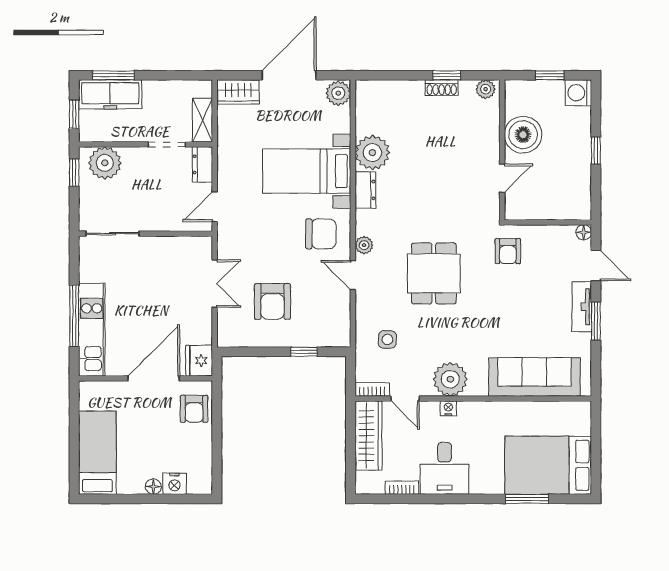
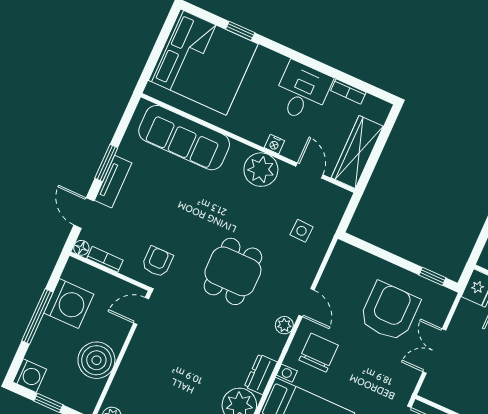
window: (596, 151) -> (37, 317), width x2.17
washing machine: (572, 176) -> (69, 304), added
door: (502, 178) -> (141, 311), moved
chair: (321, 234) -> (319, 353), turned 90
armchair: (272, 301) -> (389, 311), width x1.36, depth x1.36
window: (304, 352) -> (432, 276), moved
bookcase: (372, 389) -> (105, 259), moved, turned 180
bed: (548, 465) -> (203, 62), width x1.36
window: (527, 499) -> (240, 31), width x0.67

